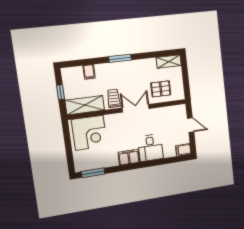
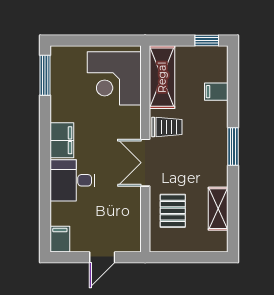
shelving: (169, 62) -> (218, 209), moved
window: (61, 92) -> (207, 40), moved
double door: (136, 108) -> (145, 163), swing flipped

